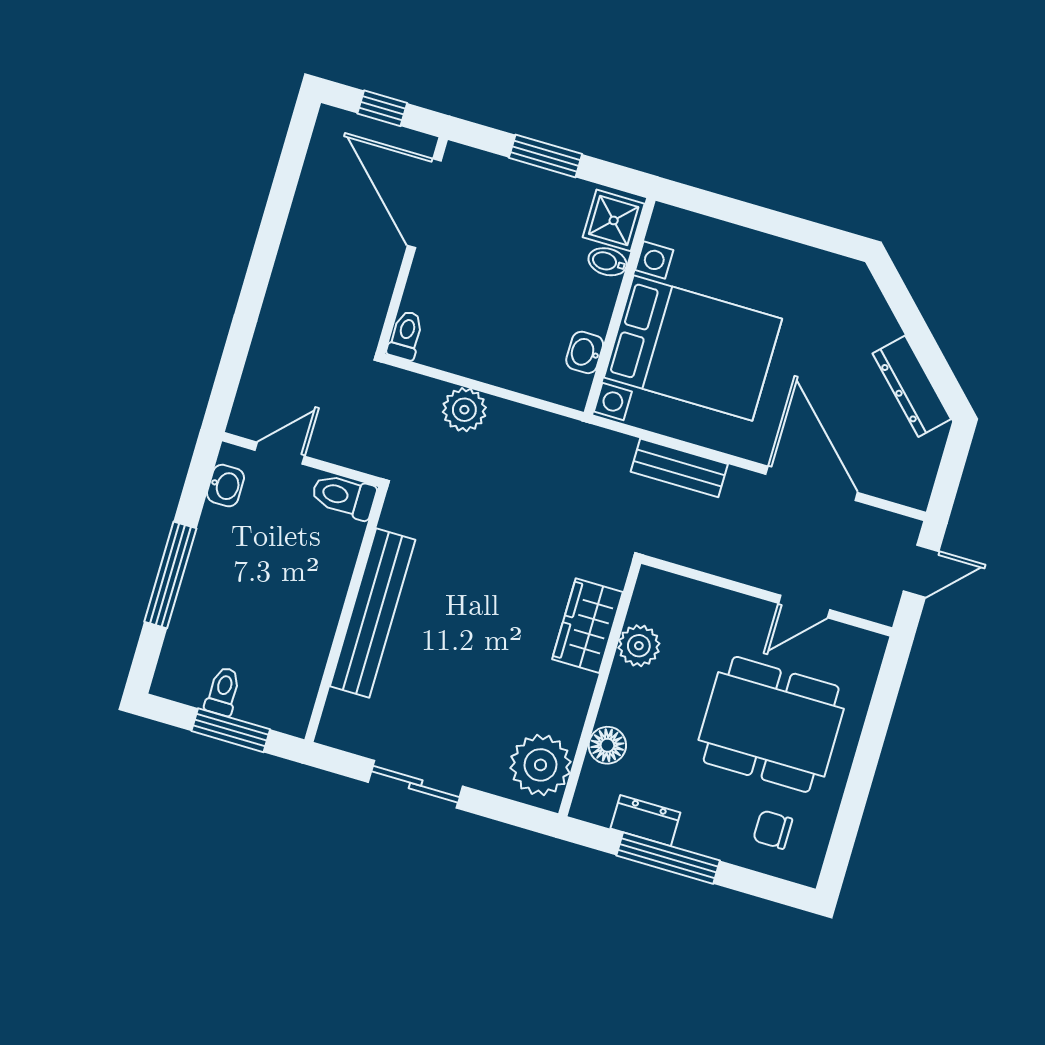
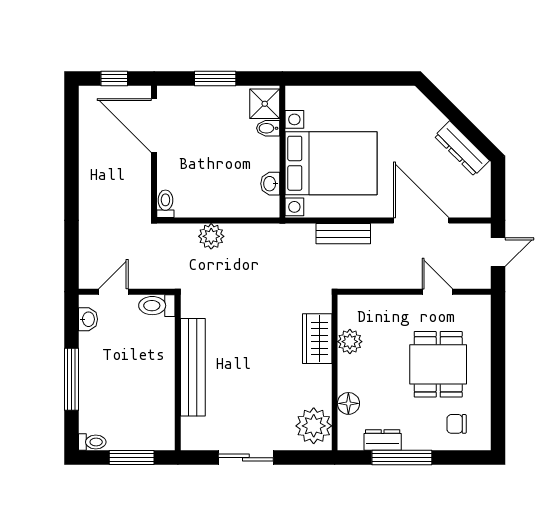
door: (804, 606) -> (437, 292), swing flipped
toilet: (223, 691) -> (92, 442), moved, turned 90
dining table: (771, 724) -> (438, 364), width x0.73

